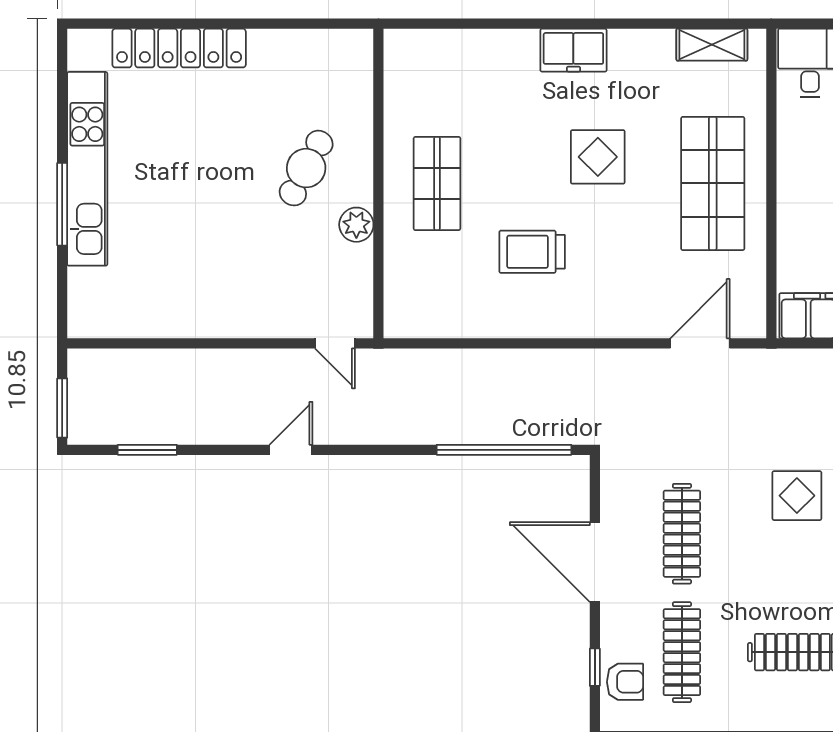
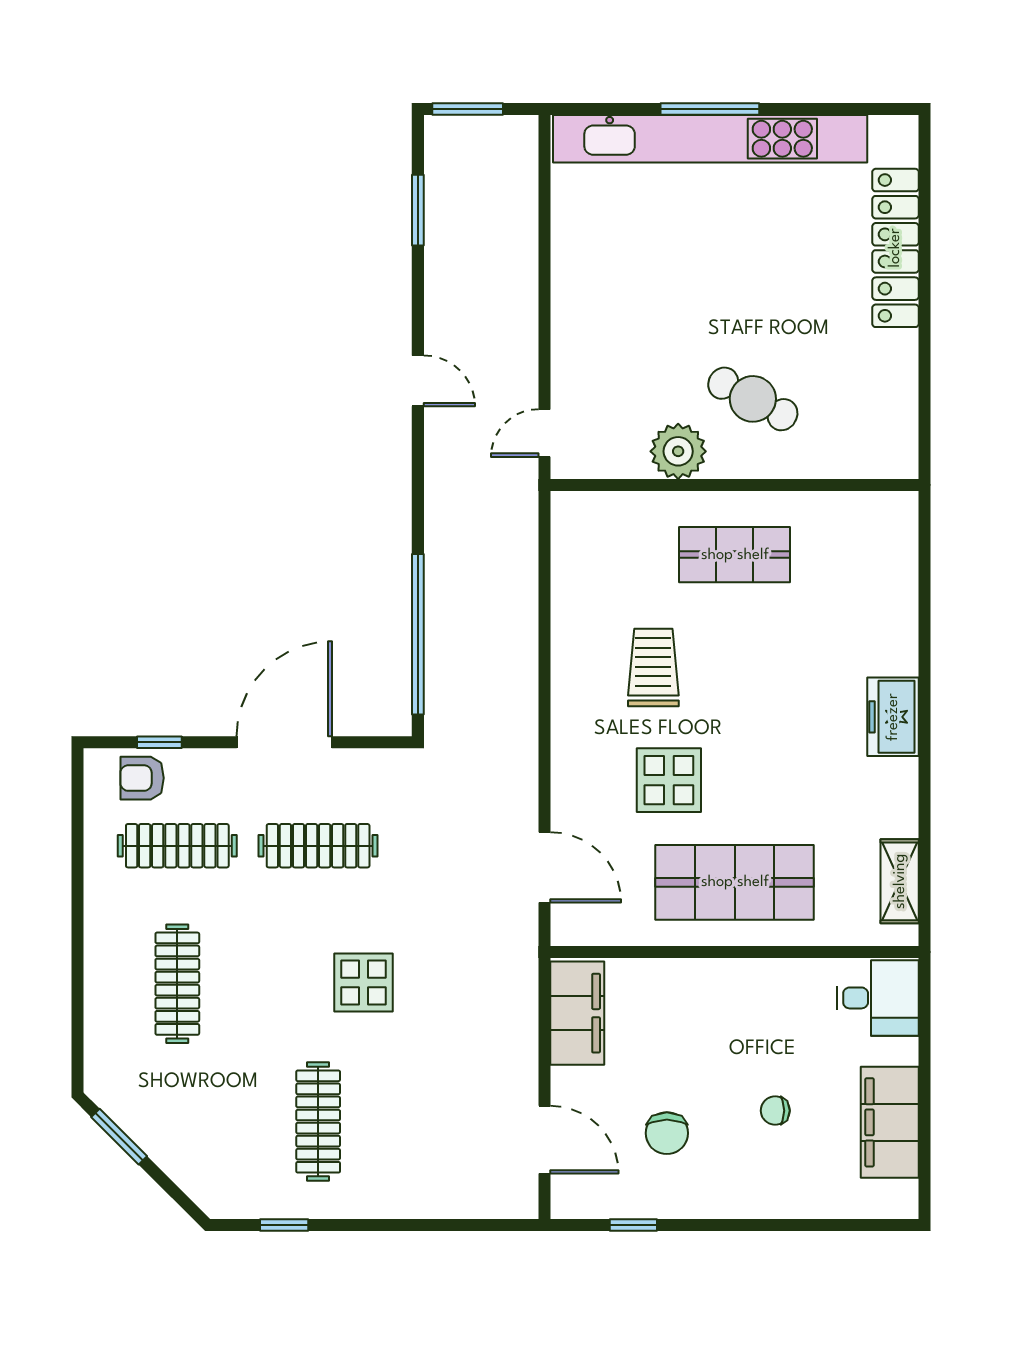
display table: (598, 157) -> (669, 780), moved
kitchen unit: (87, 169) -> (710, 139), width x1.36
plant: (356, 225) -> (678, 451), width x1.36, depth x1.36
armchair: (625, 682) -> (142, 778), turned 90

